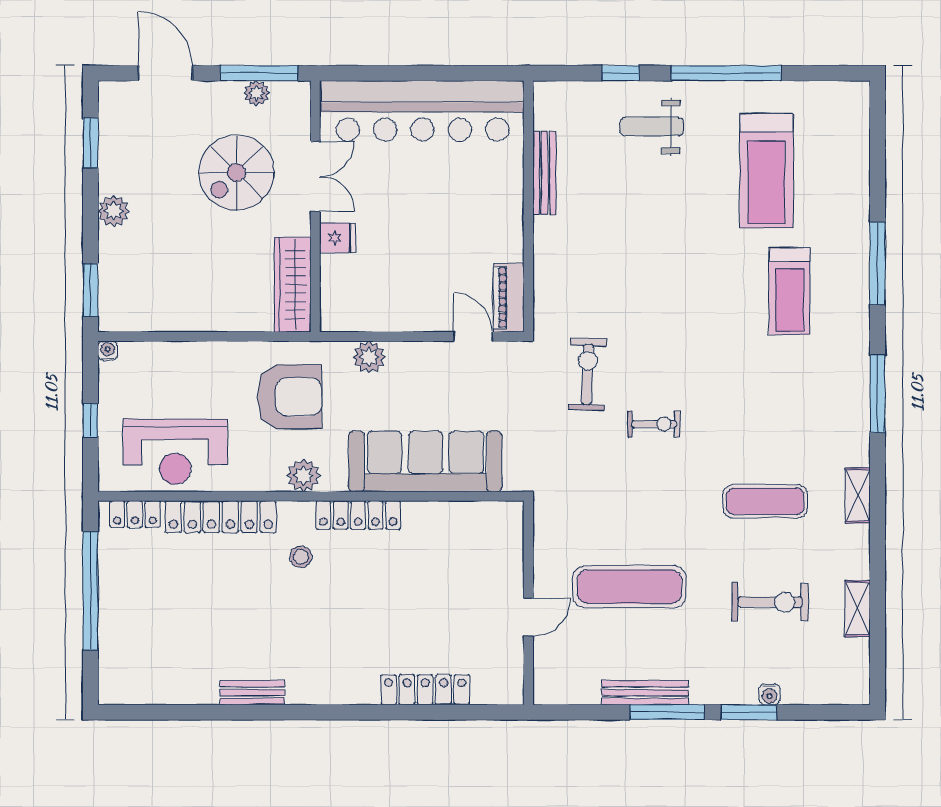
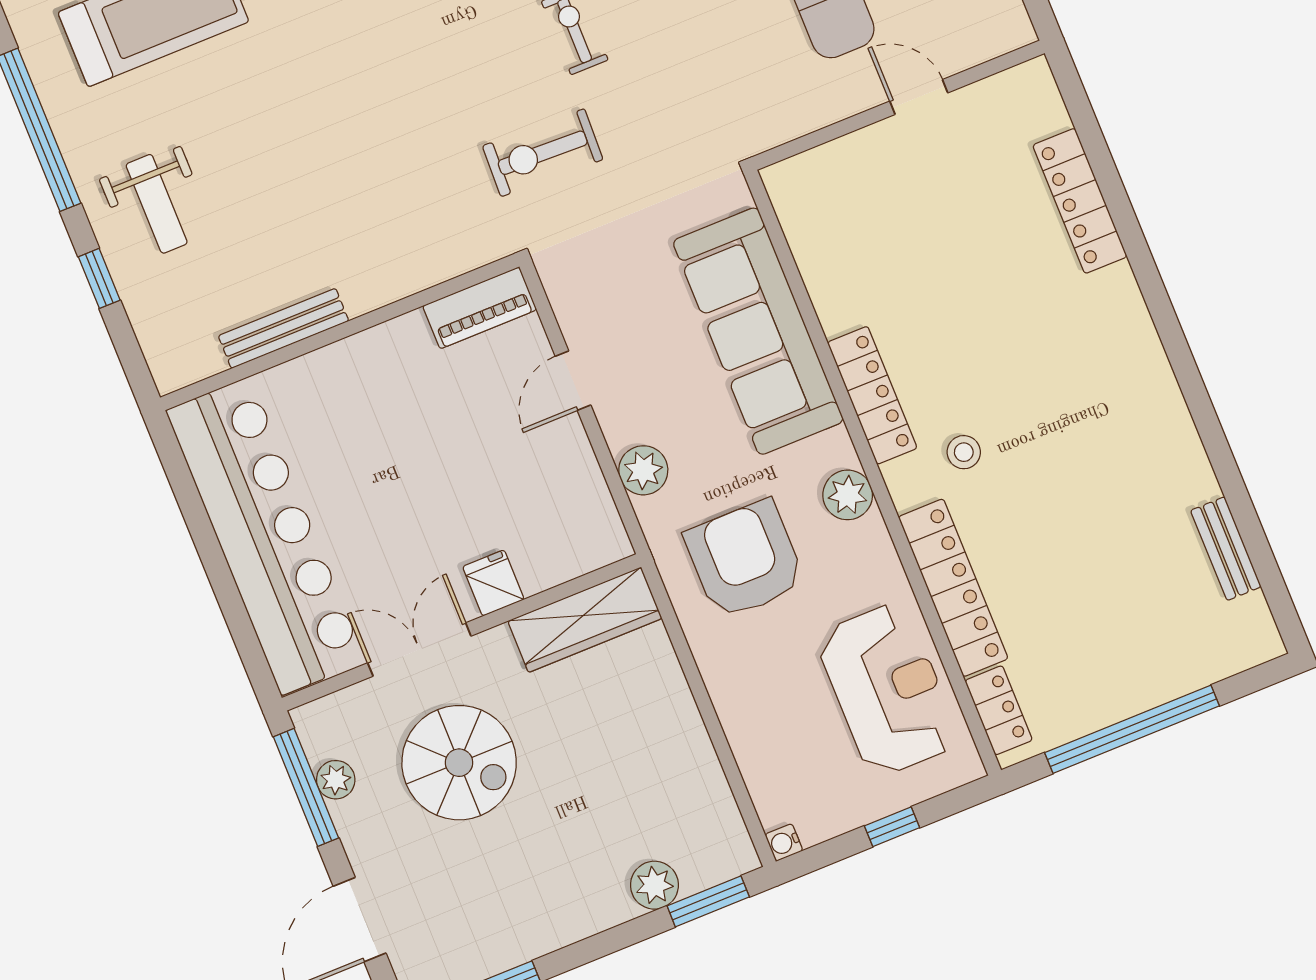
plant: (114, 211) -> (654, 885), moved
door: (473, 336) -> (573, 381), moved
bench: (252, 693) -> (1226, 549), moved

